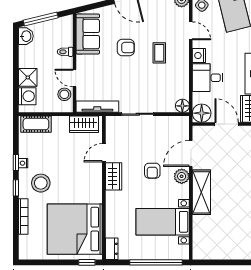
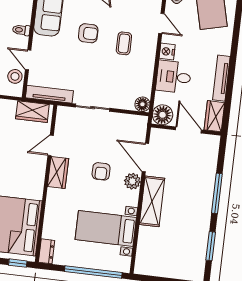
door: (191, 153) -> (145, 157), hinge flipped

